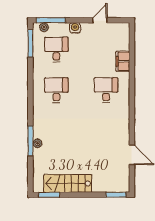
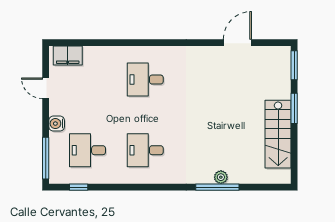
plant: (44, 27) -> (56, 168), removed
window: (30, 43) -> (79, 187), width x0.46
filing cabinet: (123, 61) -> (68, 55), moved
window: (49, 195) -> (294, 108), moved

